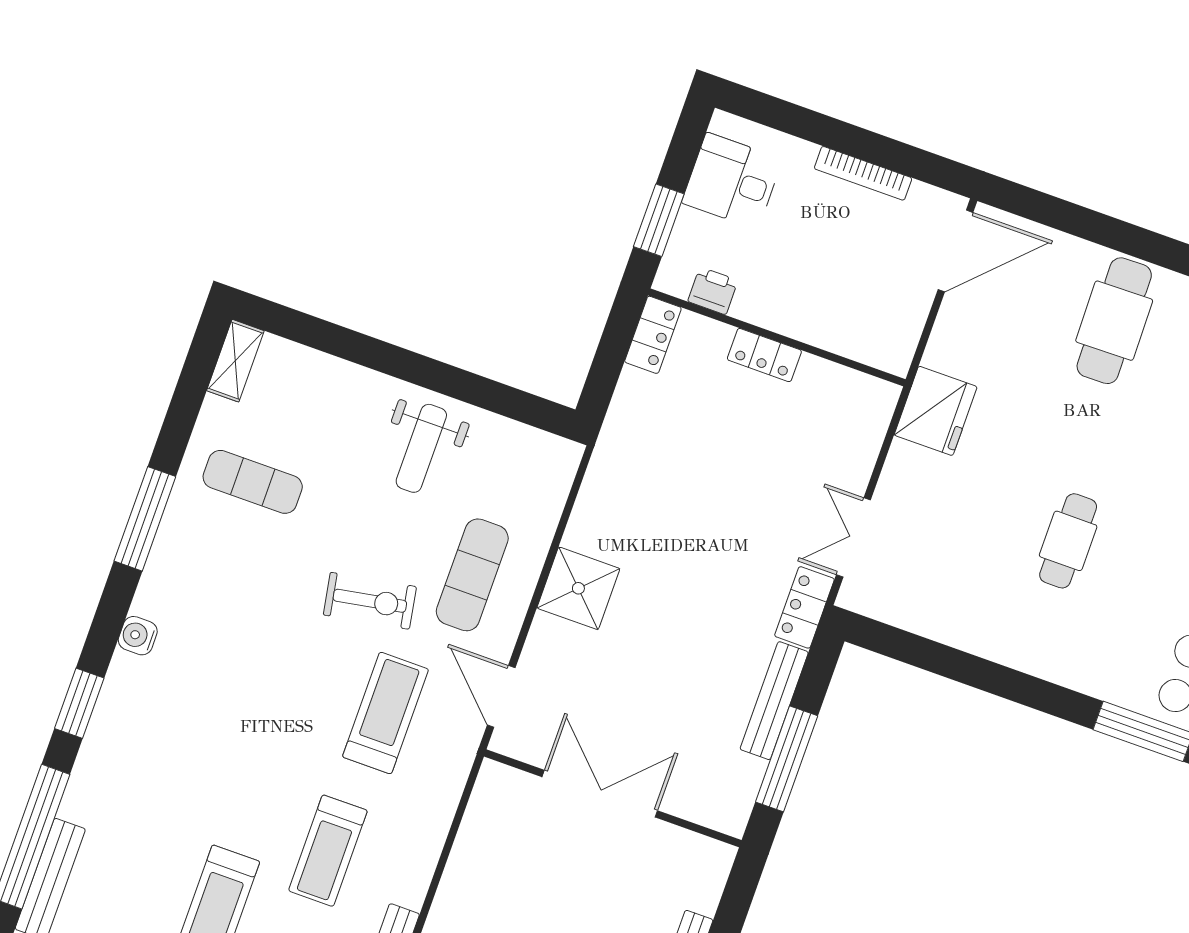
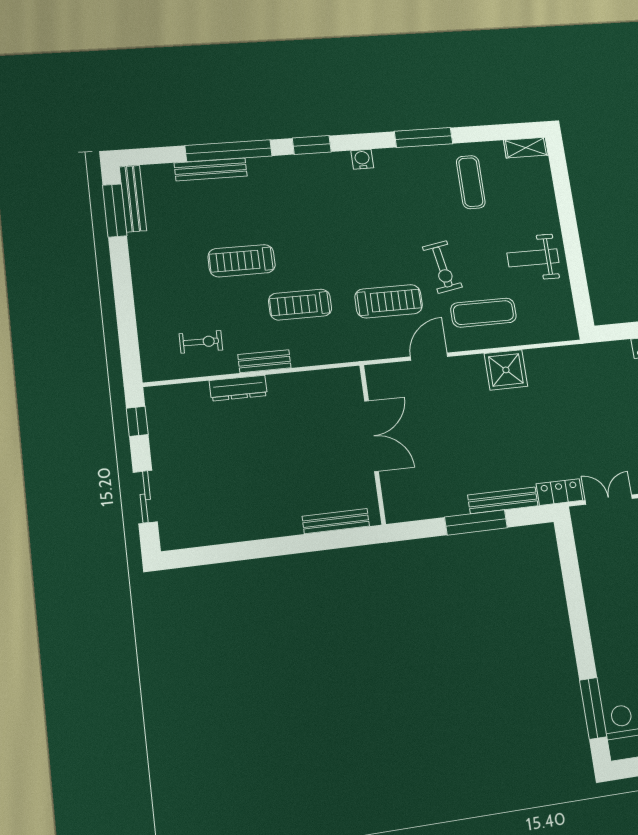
double door: (600, 794) -> (372, 436), moved
wall: (613, 798) -> (373, 444), moved

